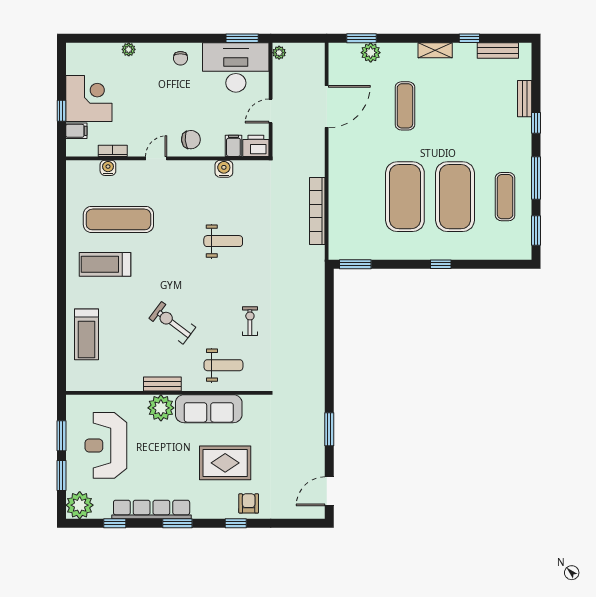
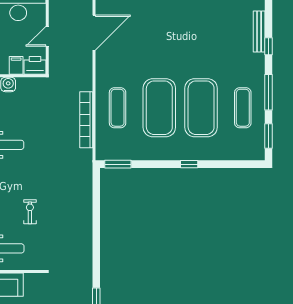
bench: (525, 99) -> (259, 31), width x1.36
exercise mat: (405, 106) -> (118, 108), moved

